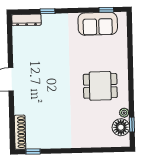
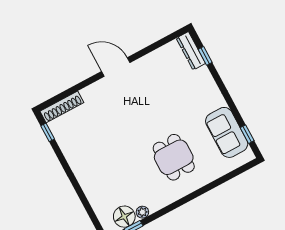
window: (47, 11) -> (205, 56), moved
dining table: (100, 86) -> (174, 157), moved

